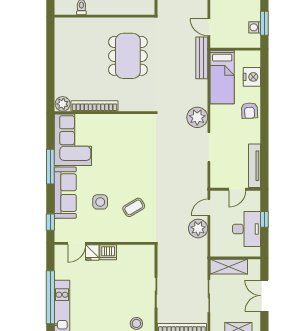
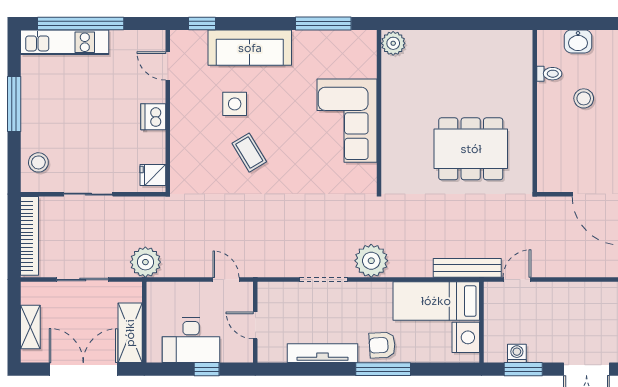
nightstand: (252, 77) -> (466, 337), moved, turned -90
bookcase: (94, 106) -> (390, 95), removed
window: (264, 110) -> (383, 369), added
corner sofa: (73, 140) -> (347, 121), moved, turned 90
tv unit: (254, 166) -> (323, 353), moved
window: (50, 167) -> (323, 23), moved
coffee table: (134, 207) -> (249, 153), moved
plant: (198, 228) -> (145, 262), moved
fridge: (92, 253) -> (153, 175), moved
shelving: (229, 267) -> (130, 333), moved
double door: (264, 296) -> (83, 369), width x1.37

